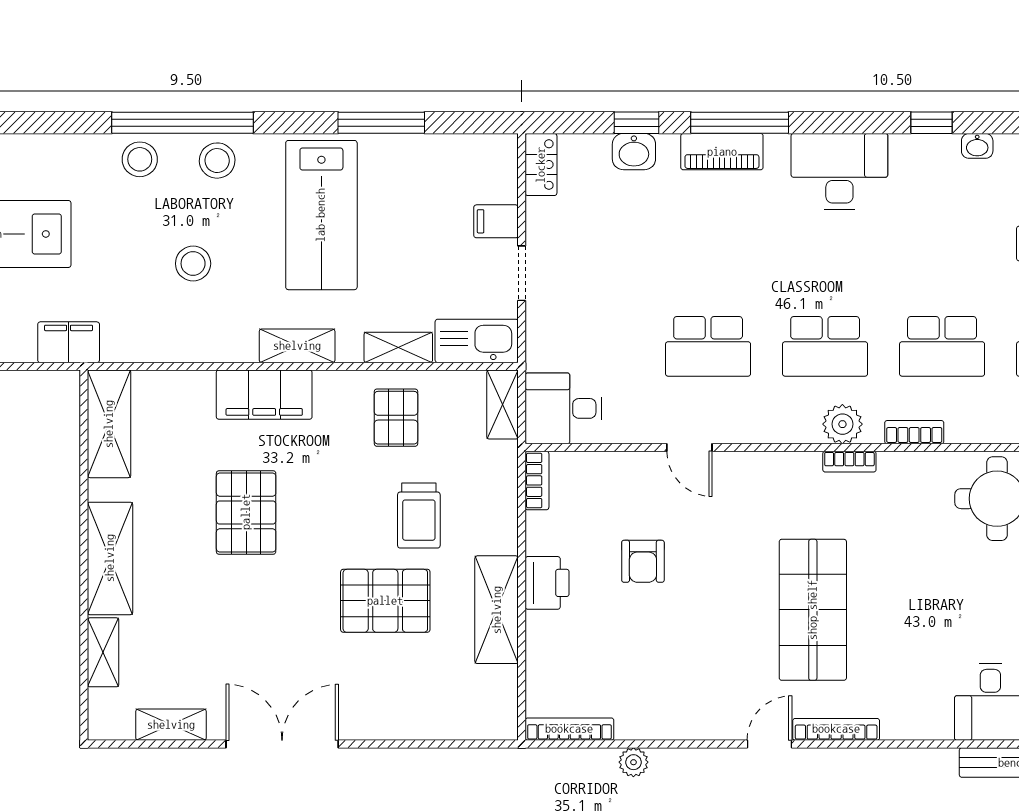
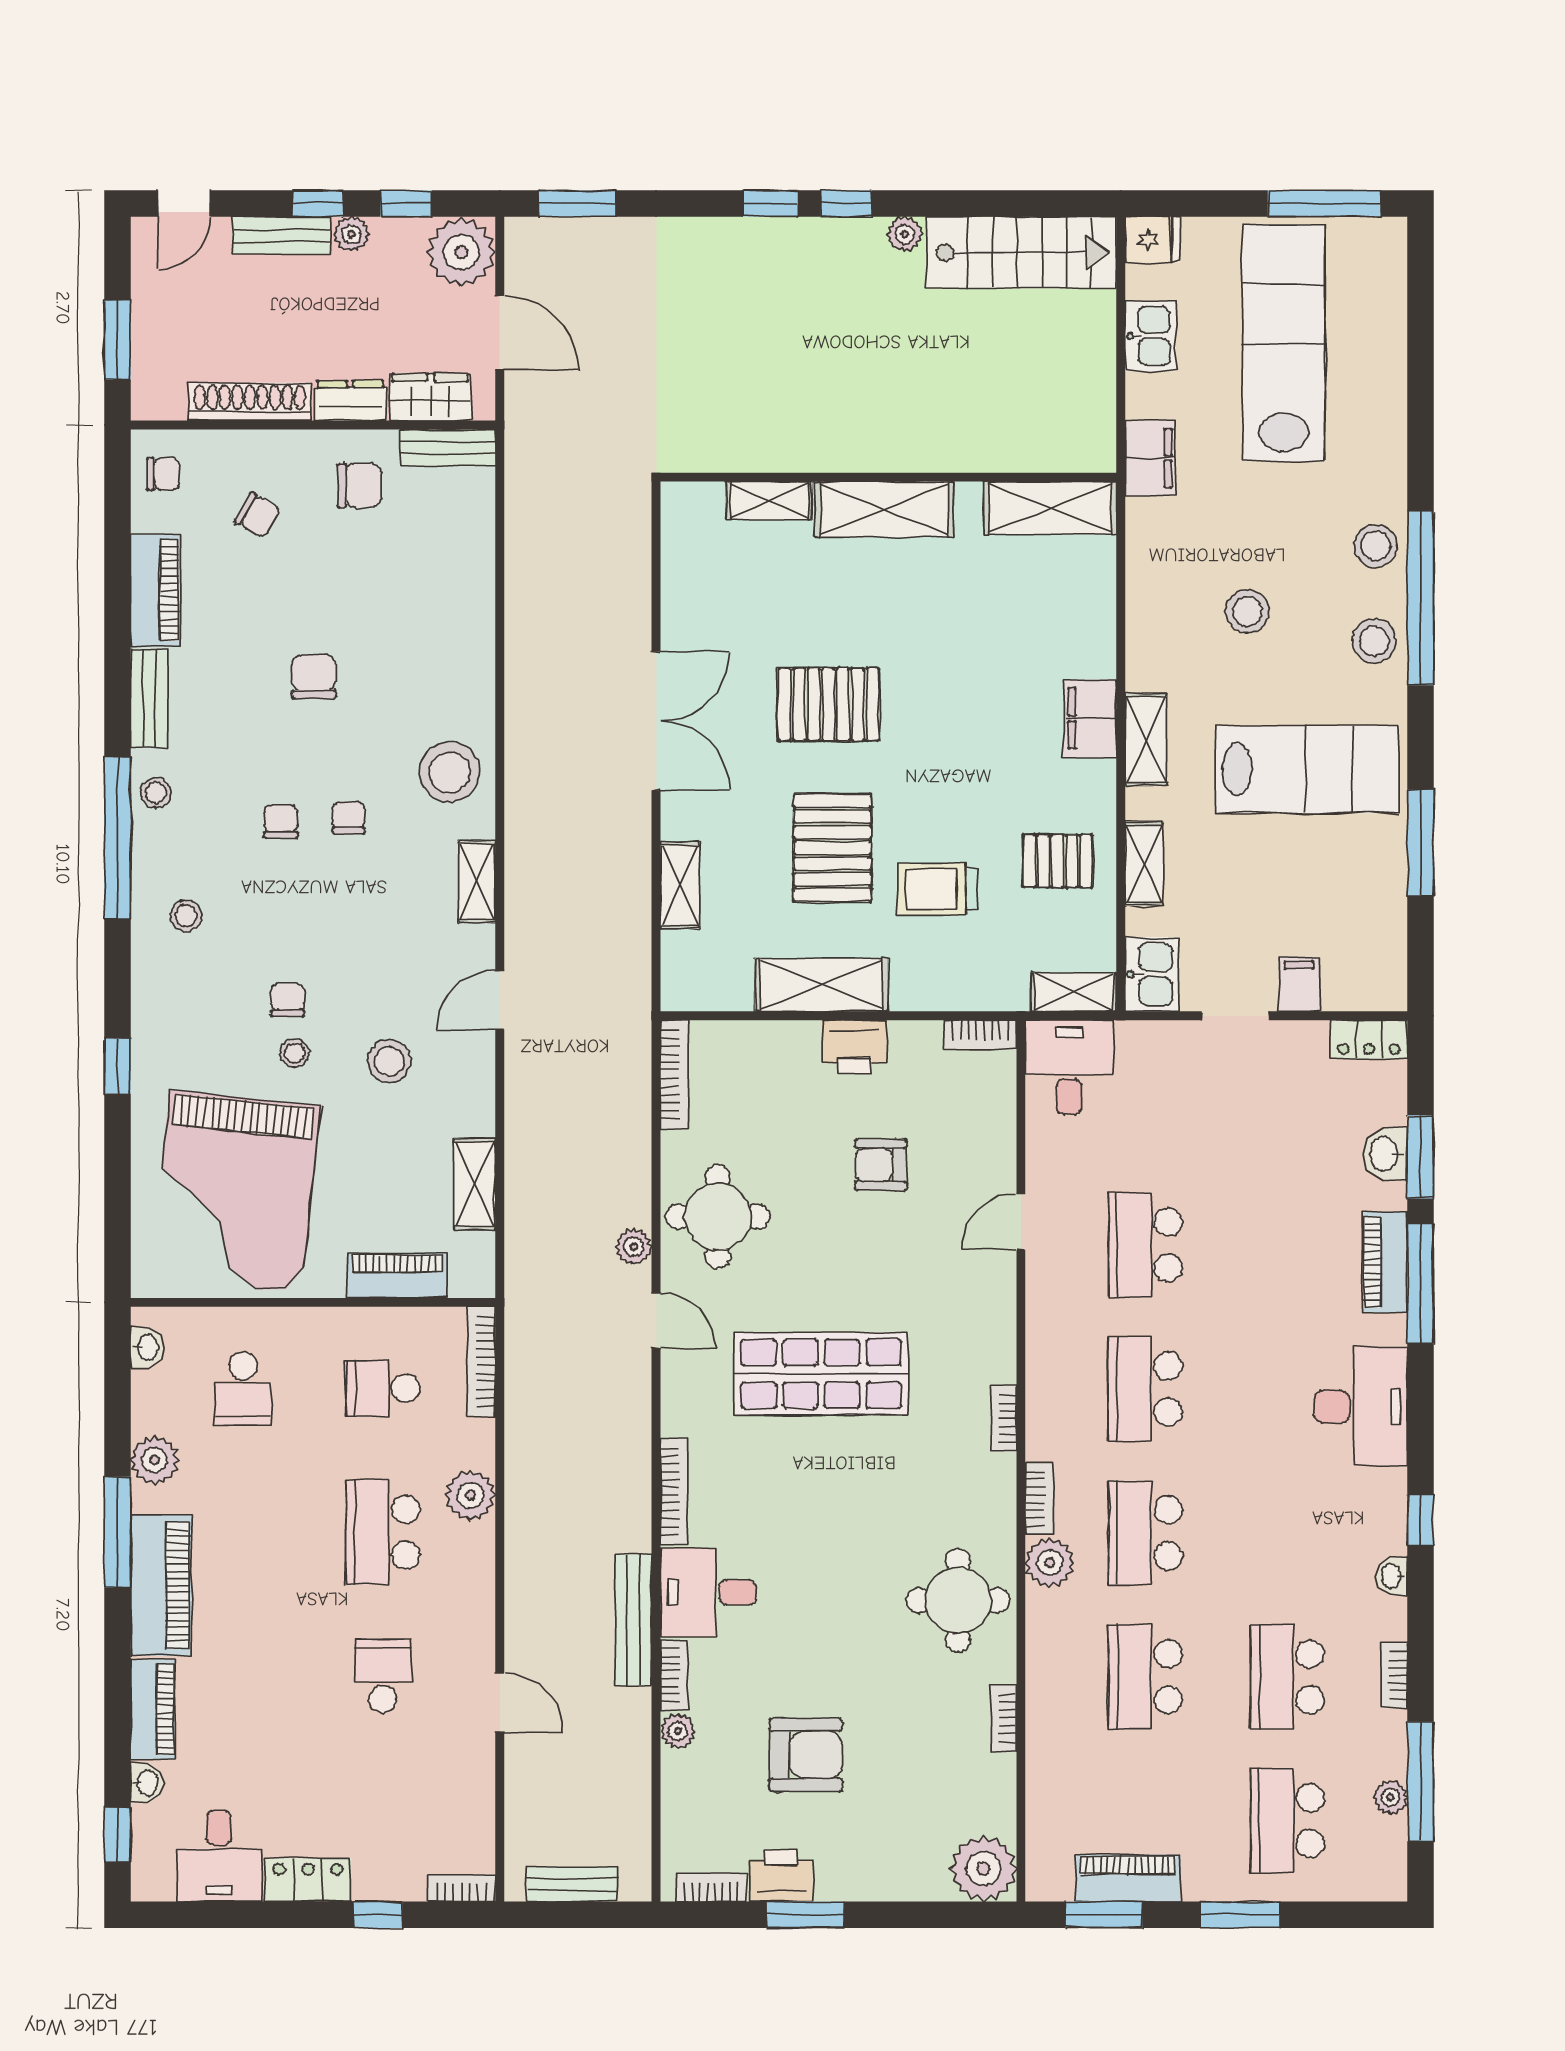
window: (636, 123) -> (1420, 1157), width x1.50
lab bench: (321, 215) -> (1307, 769), turned 180
kitchen sink: (477, 341) -> (1152, 974), width x0.73
filing cabinet: (264, 395) -> (1090, 719), width x0.67, depth x0.86
plant: (842, 424) -> (1050, 1563), moved
pallet: (246, 512) -> (828, 705), moved
round table: (685, 694) -> (718, 1217), added
shelving: (171, 725) -> (680, 885), moved
bookcase: (836, 729) -> (674, 1491), moved
plant: (633, 762) -> (634, 1247), moved

